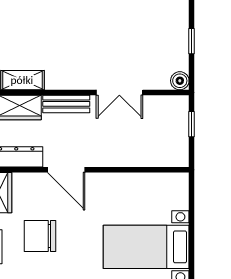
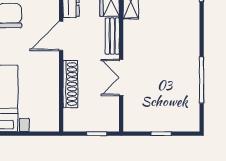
boiler: (180, 81) -> (130, 125), removed
shoe rack: (128, 158) -> (70, 84), added

